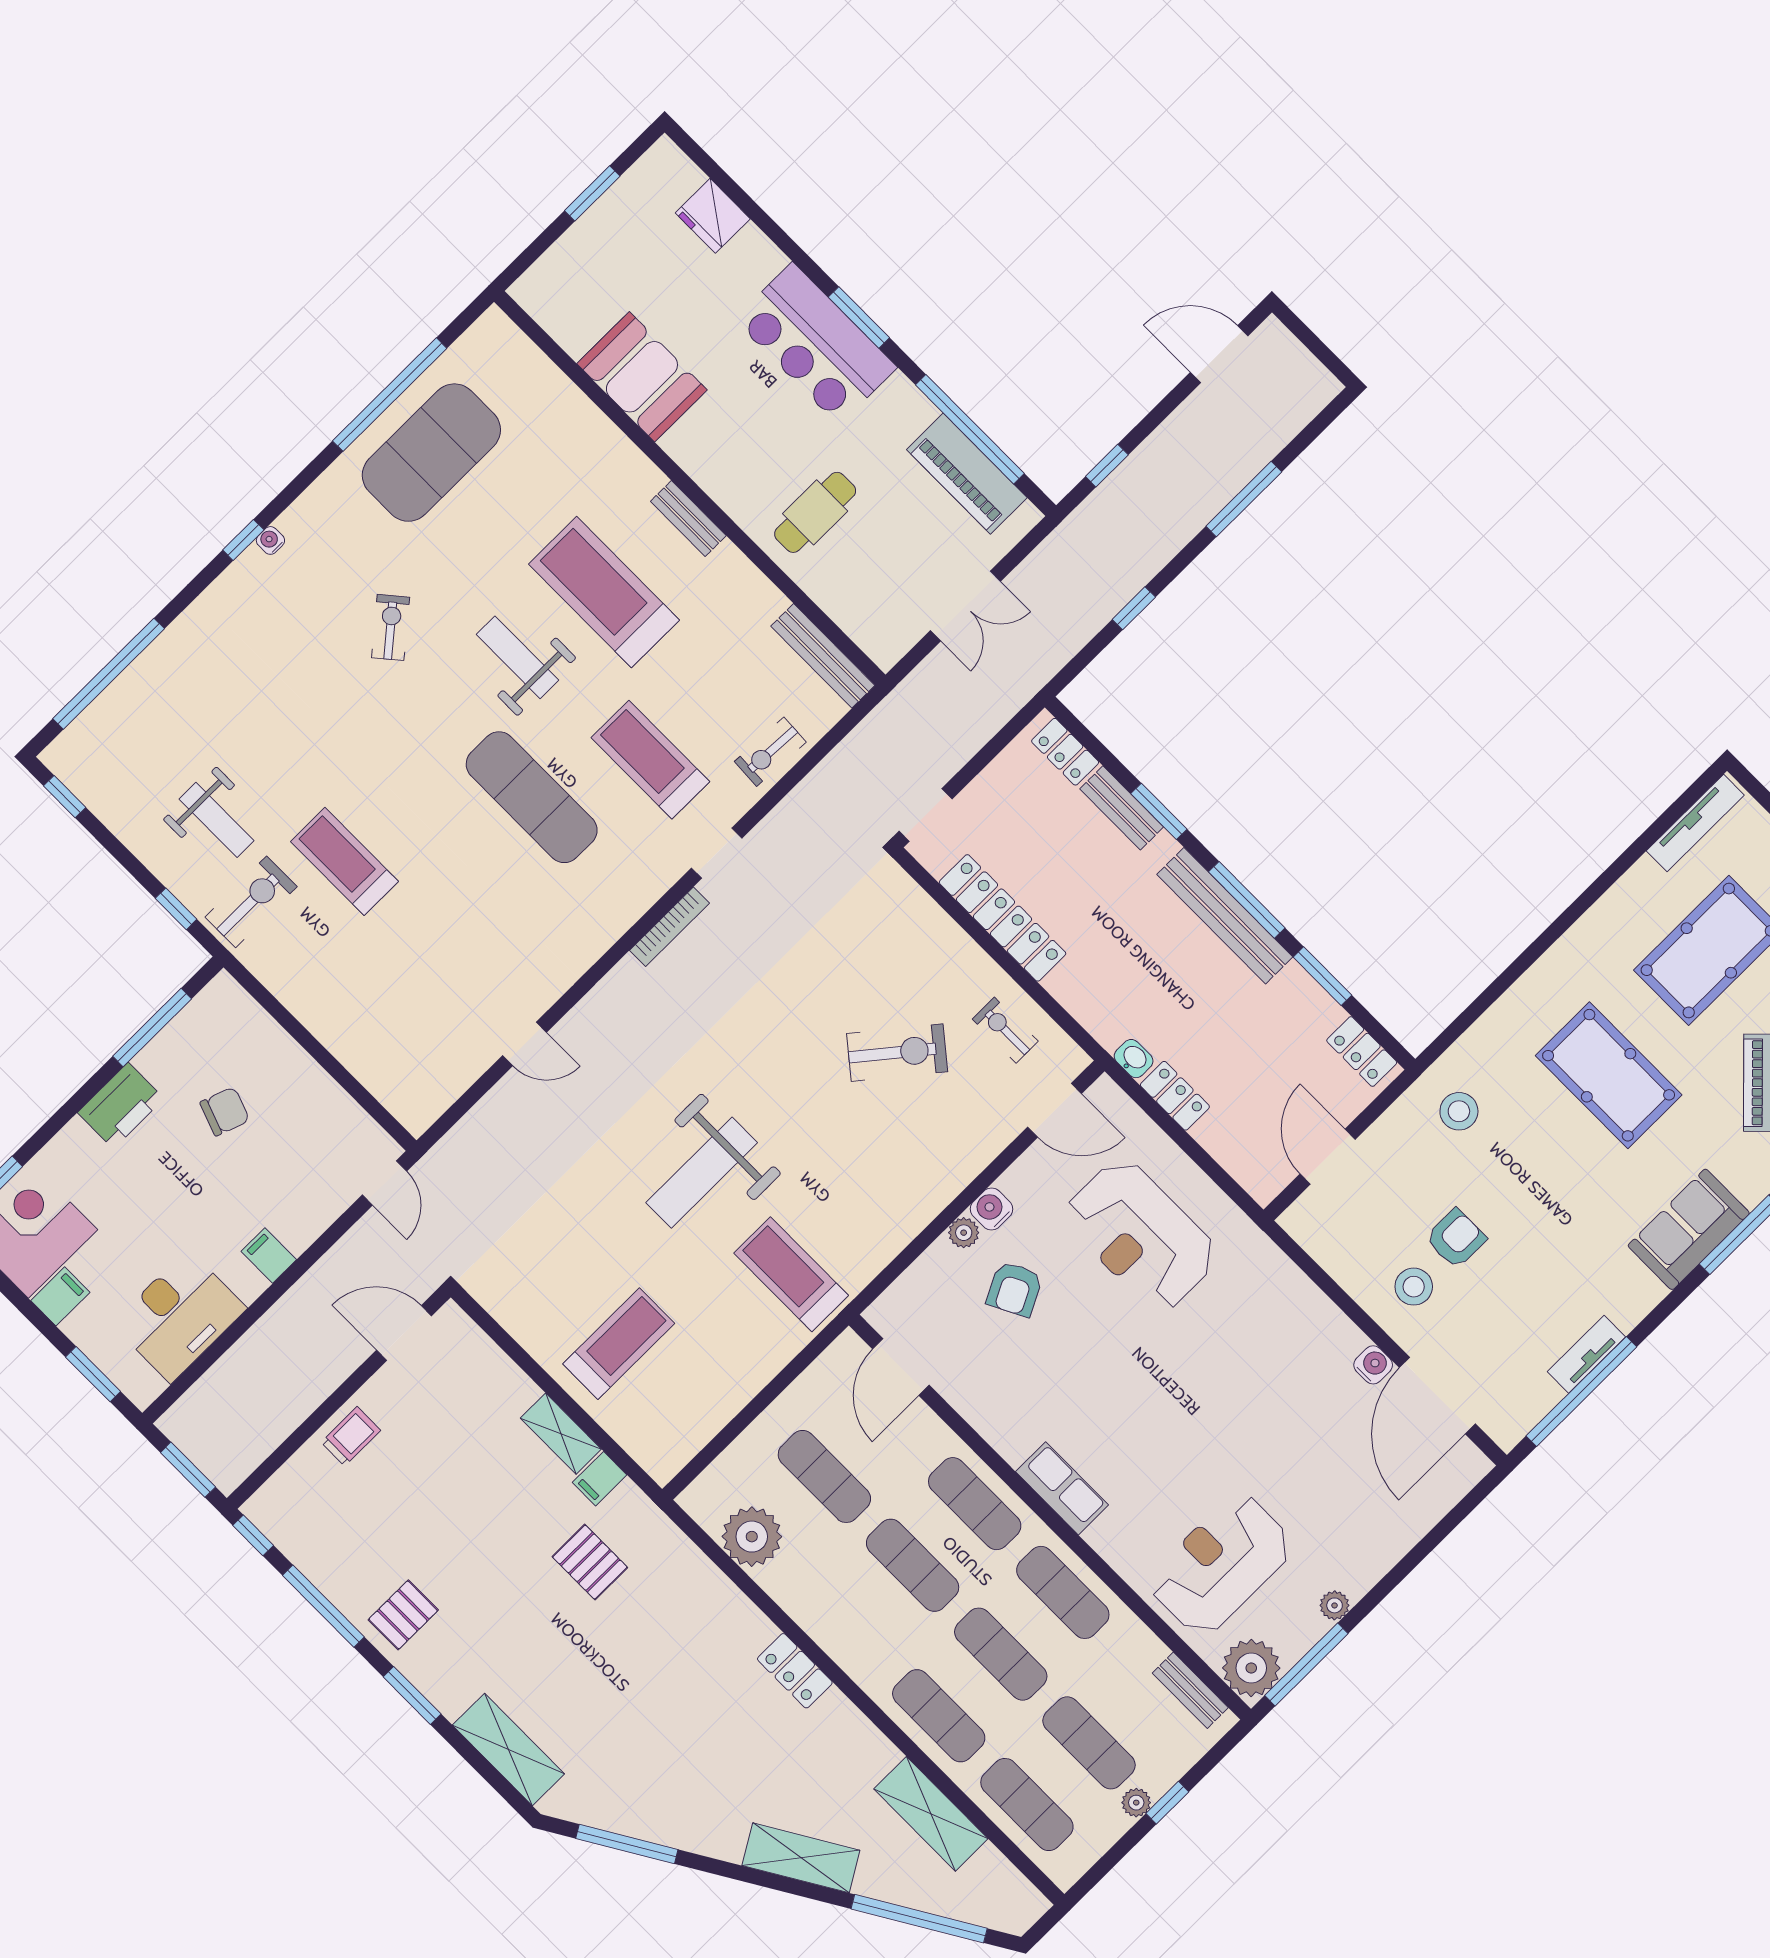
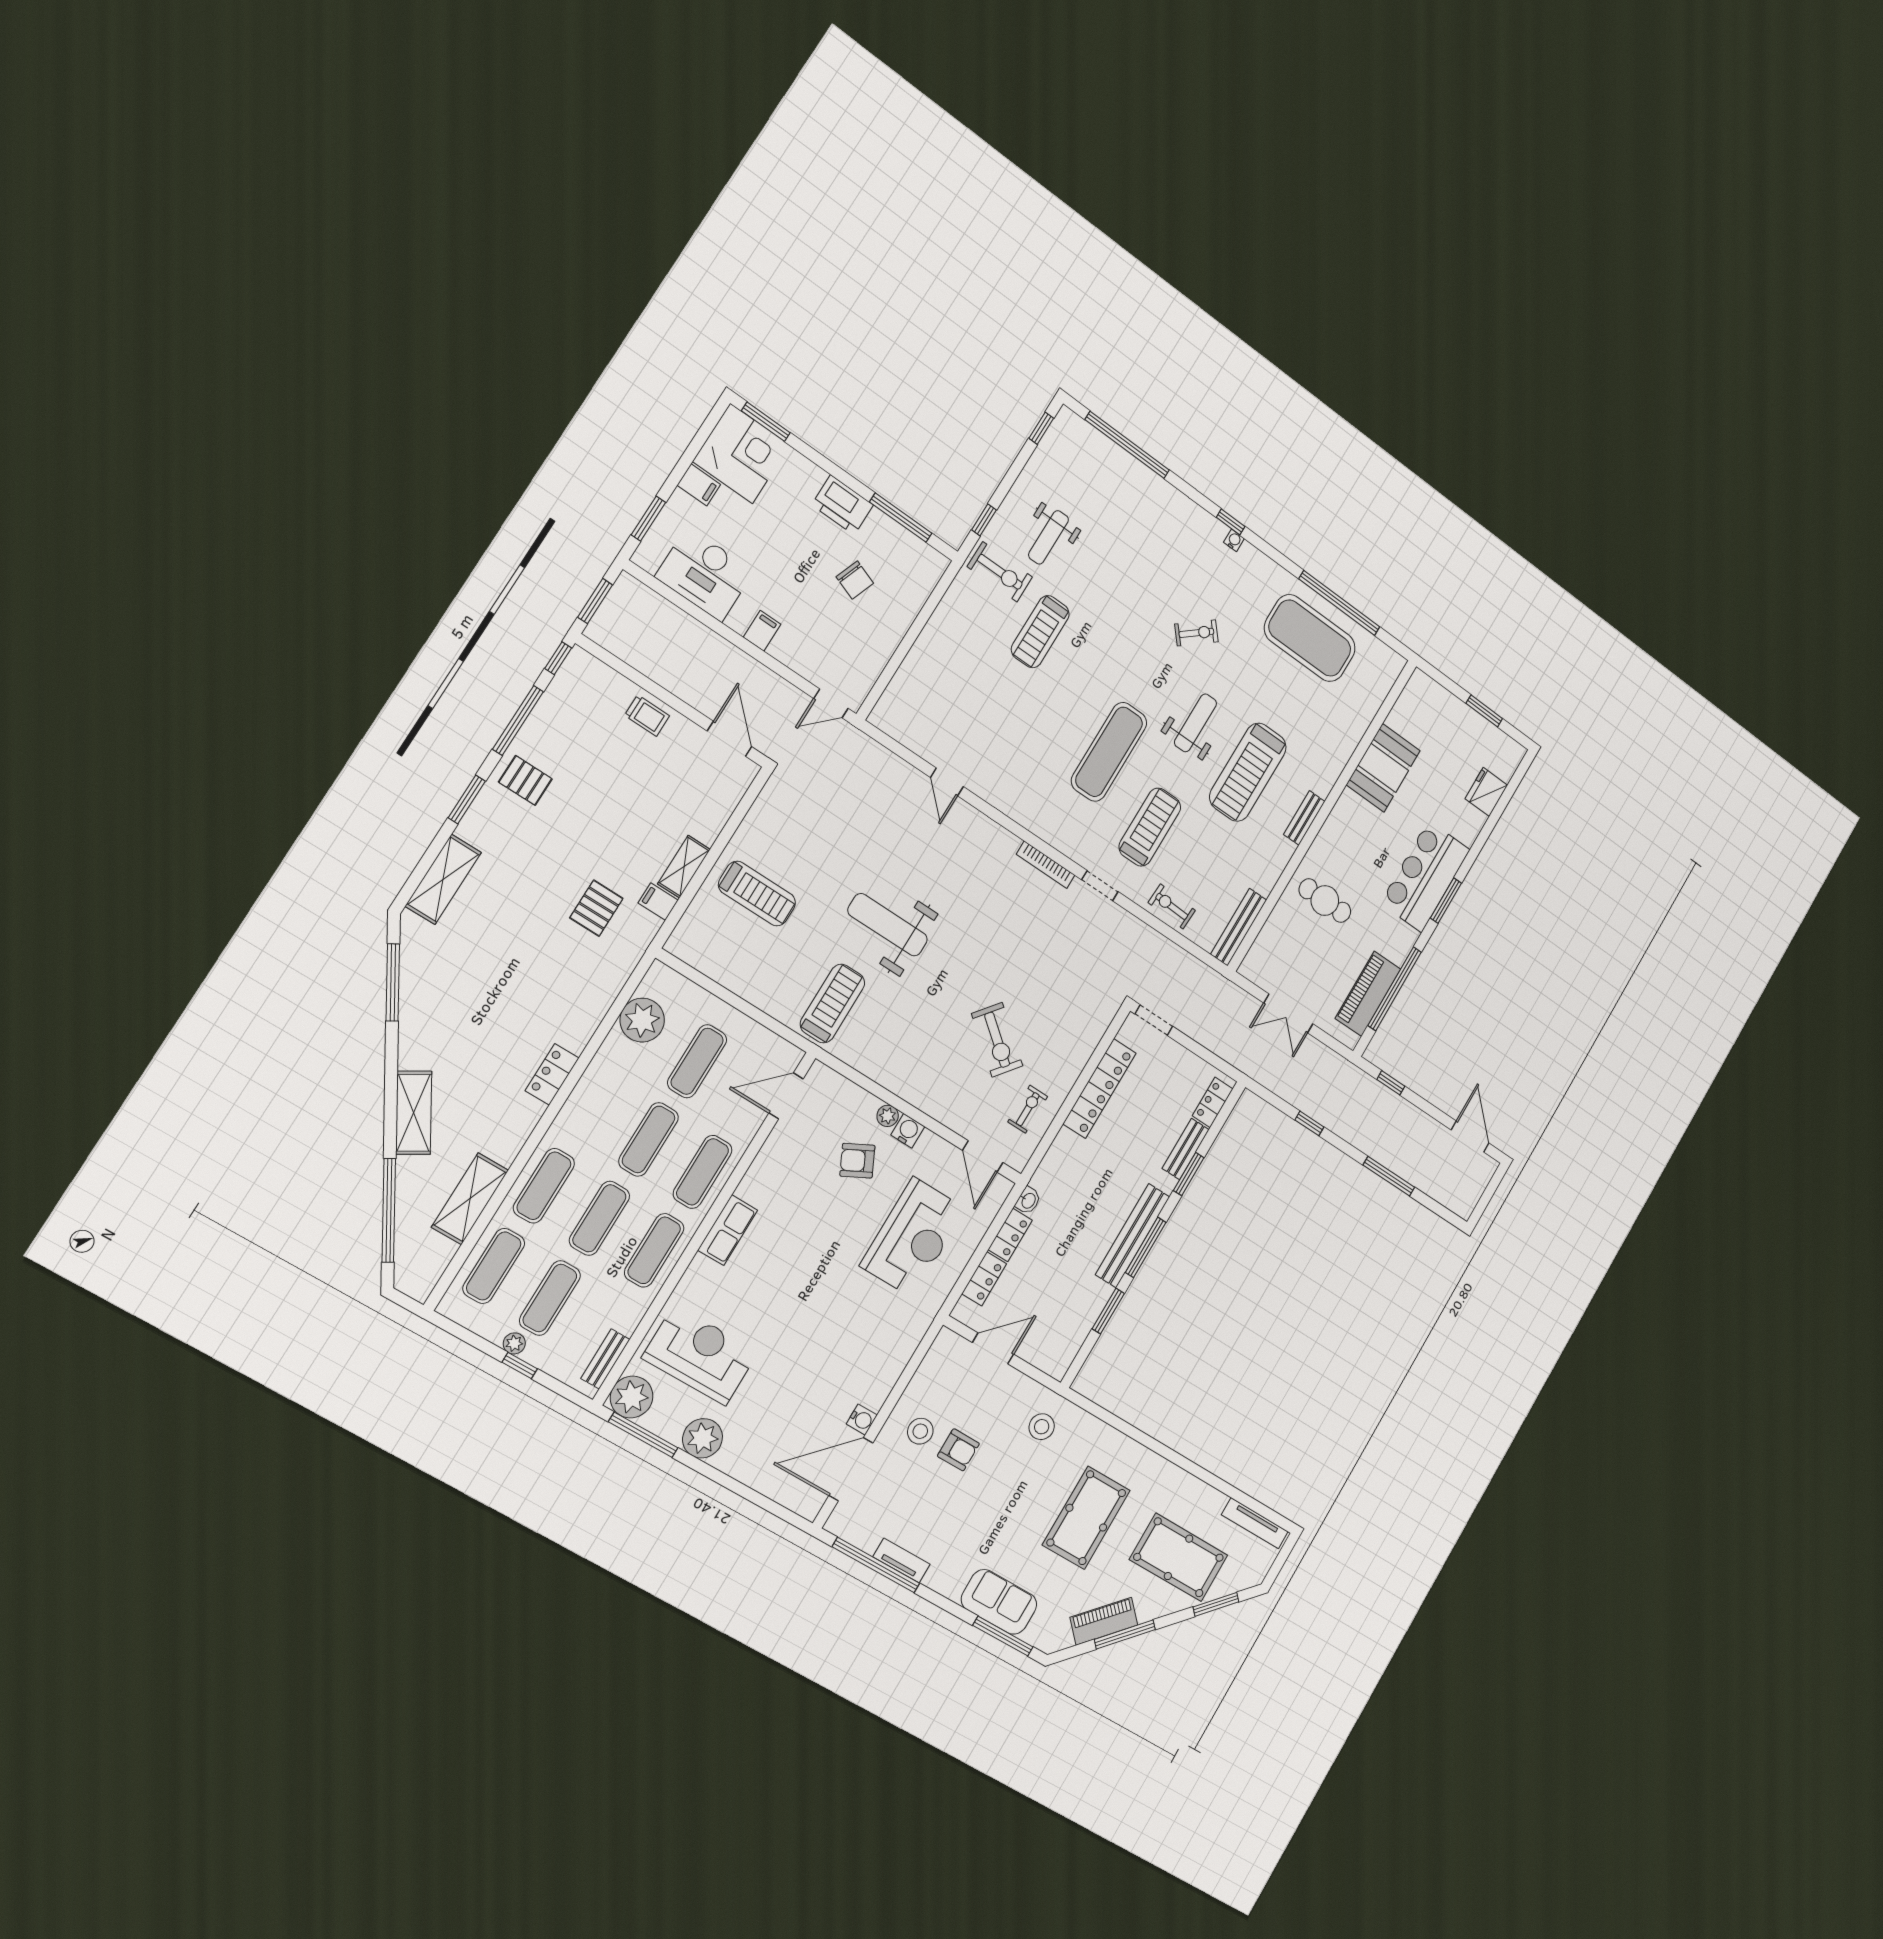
treadmill: (604, 592) -> (1248, 772), turned 180
treadmill: (344, 861) -> (1040, 632), turned 180
locker: (1362, 1051) -> (984, 1279), moved, turned 180
reception desk: (1141, 1235) -> (913, 1237), turned 180
plant: (1335, 1605) -> (703, 1438), width x1.88, depth x1.88

